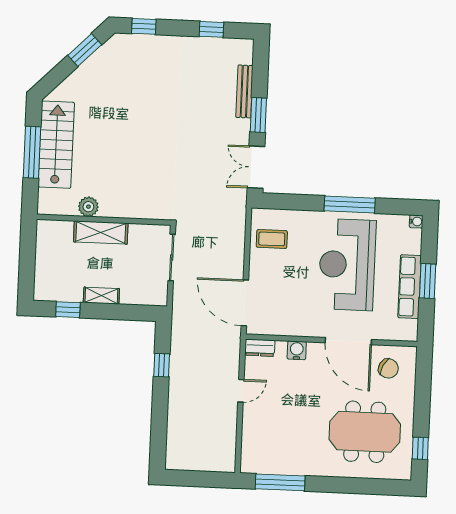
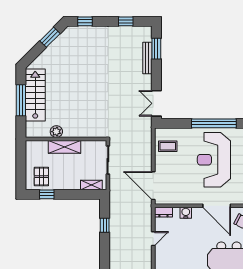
window: (258, 115) -> (156, 49), moved
window: (350, 204) -> (214, 123), width x1.46
pallet: (60, 280) -> (41, 177), added
shelving: (101, 296) -> (91, 185), moved

